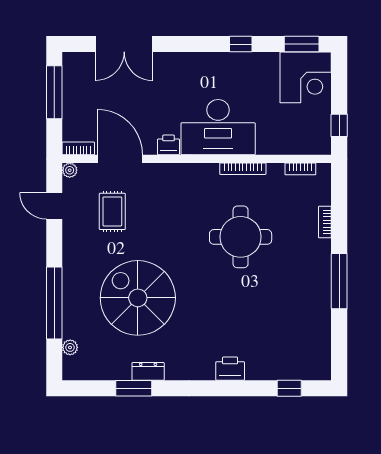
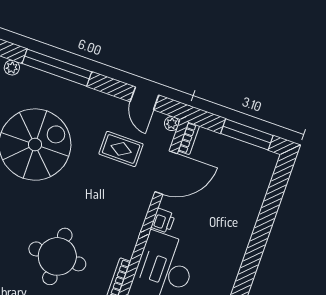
double door: (124, 44) -> (268, 213), removed
door: (54, 206) -> (144, 98), swing flipped

